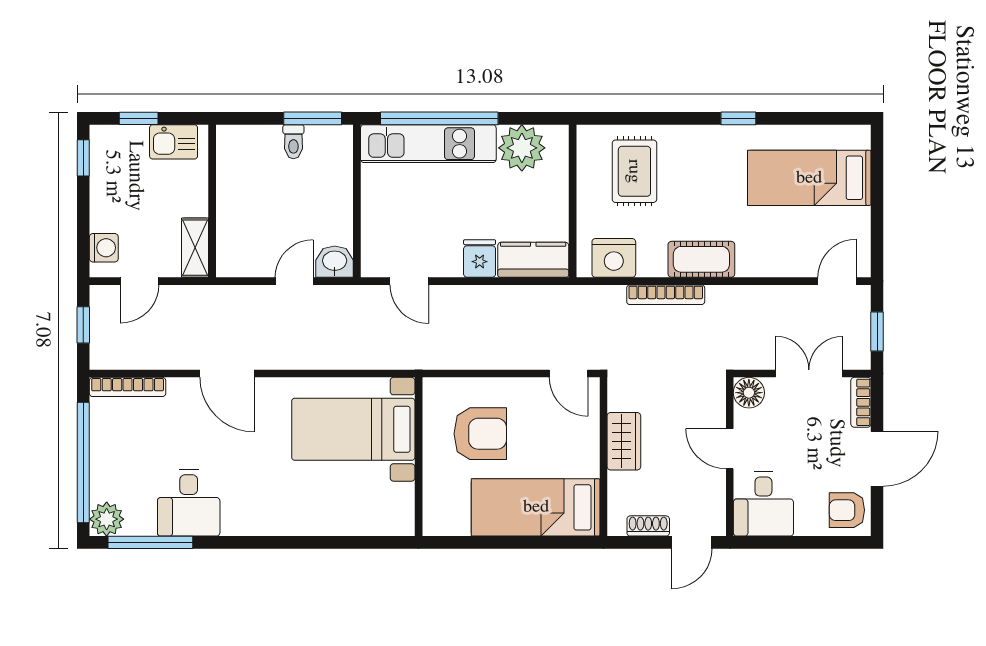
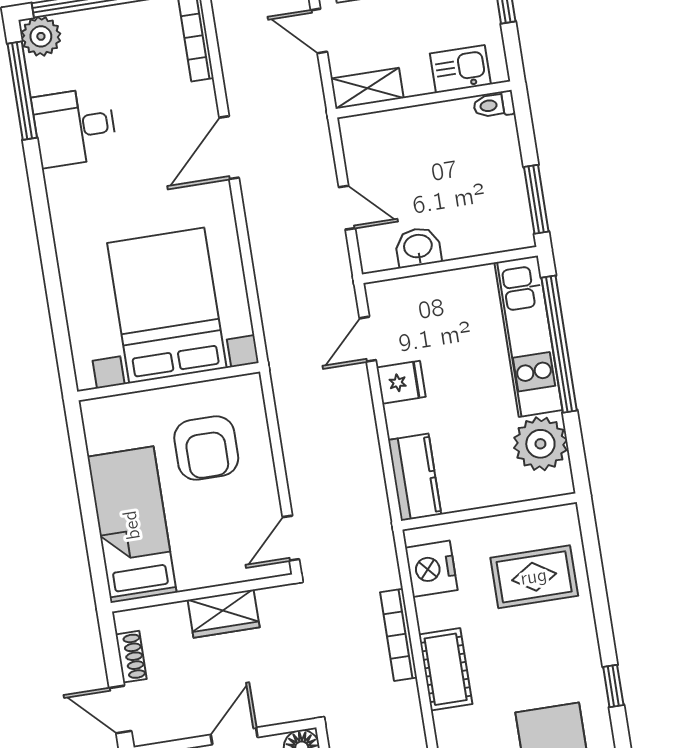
kitchen sink: (174, 142) -> (460, 69), moved, turned 90
toilet: (293, 142) -> (494, 105), moved
fridge: (480, 258) -> (401, 382), moved
washbasin: (335, 262) -> (418, 247), moved, turned -90
bed with nightstands: (353, 429) -> (167, 306), width x1.36

